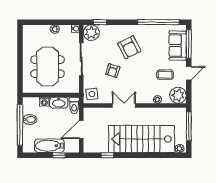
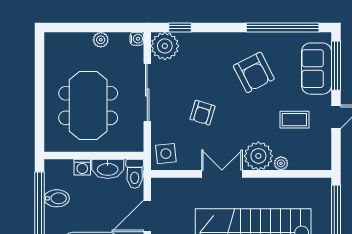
armchair: (129, 47) -> (254, 72), moved
plant: (178, 95) -> (258, 156), moved

